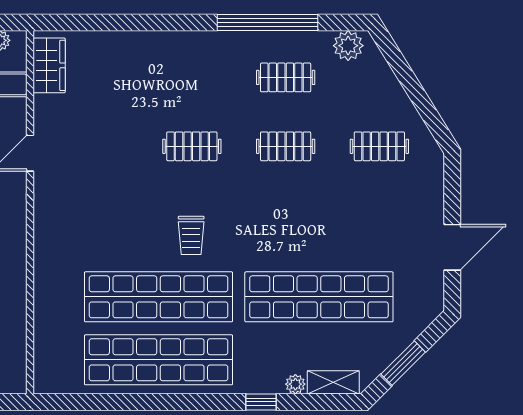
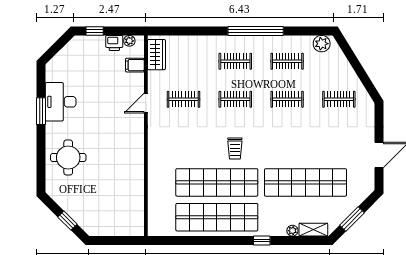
window: (267, 23) -> (256, 31), moved
clothes rail: (192, 77) -> (235, 61), added
clothes rail: (98, 146) -> (184, 99), added
window: (261, 402) -> (262, 240), moved

